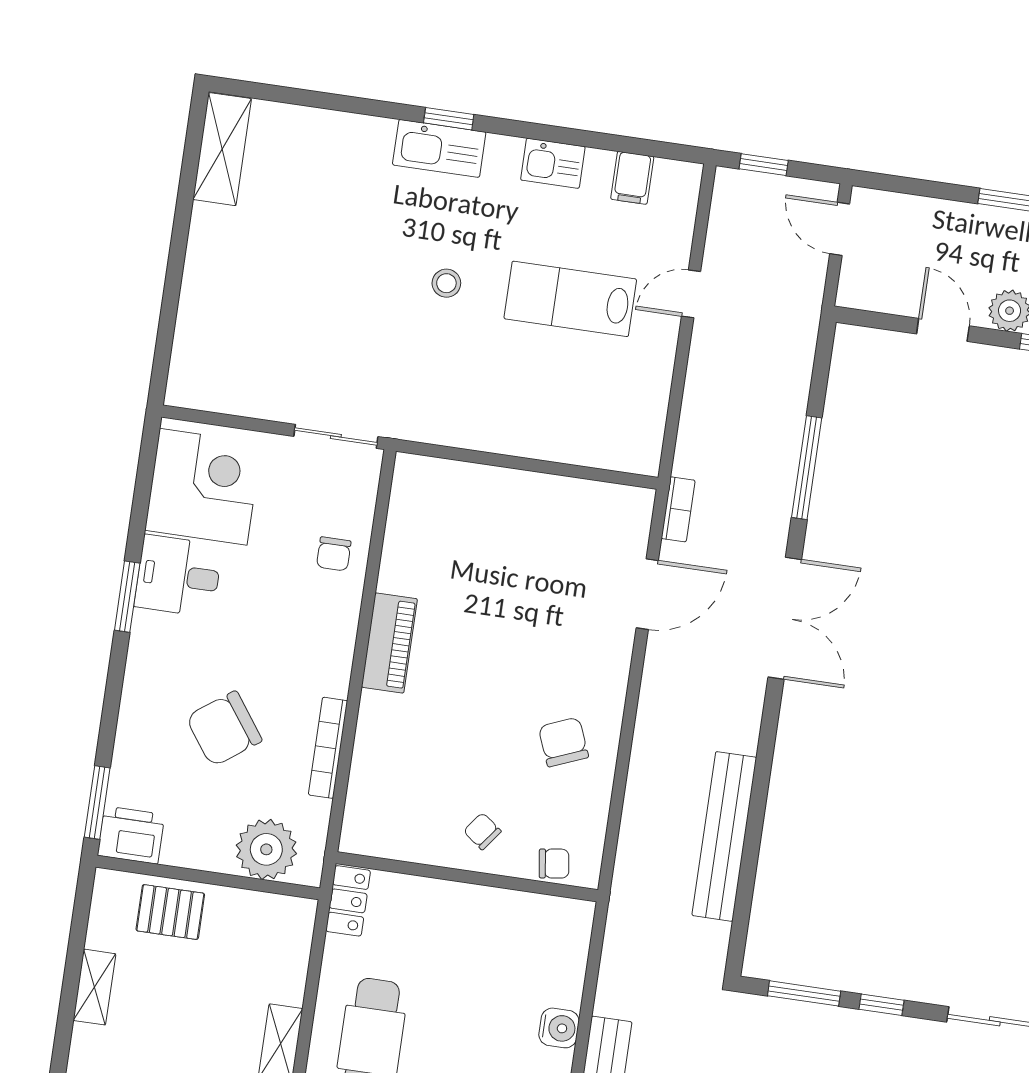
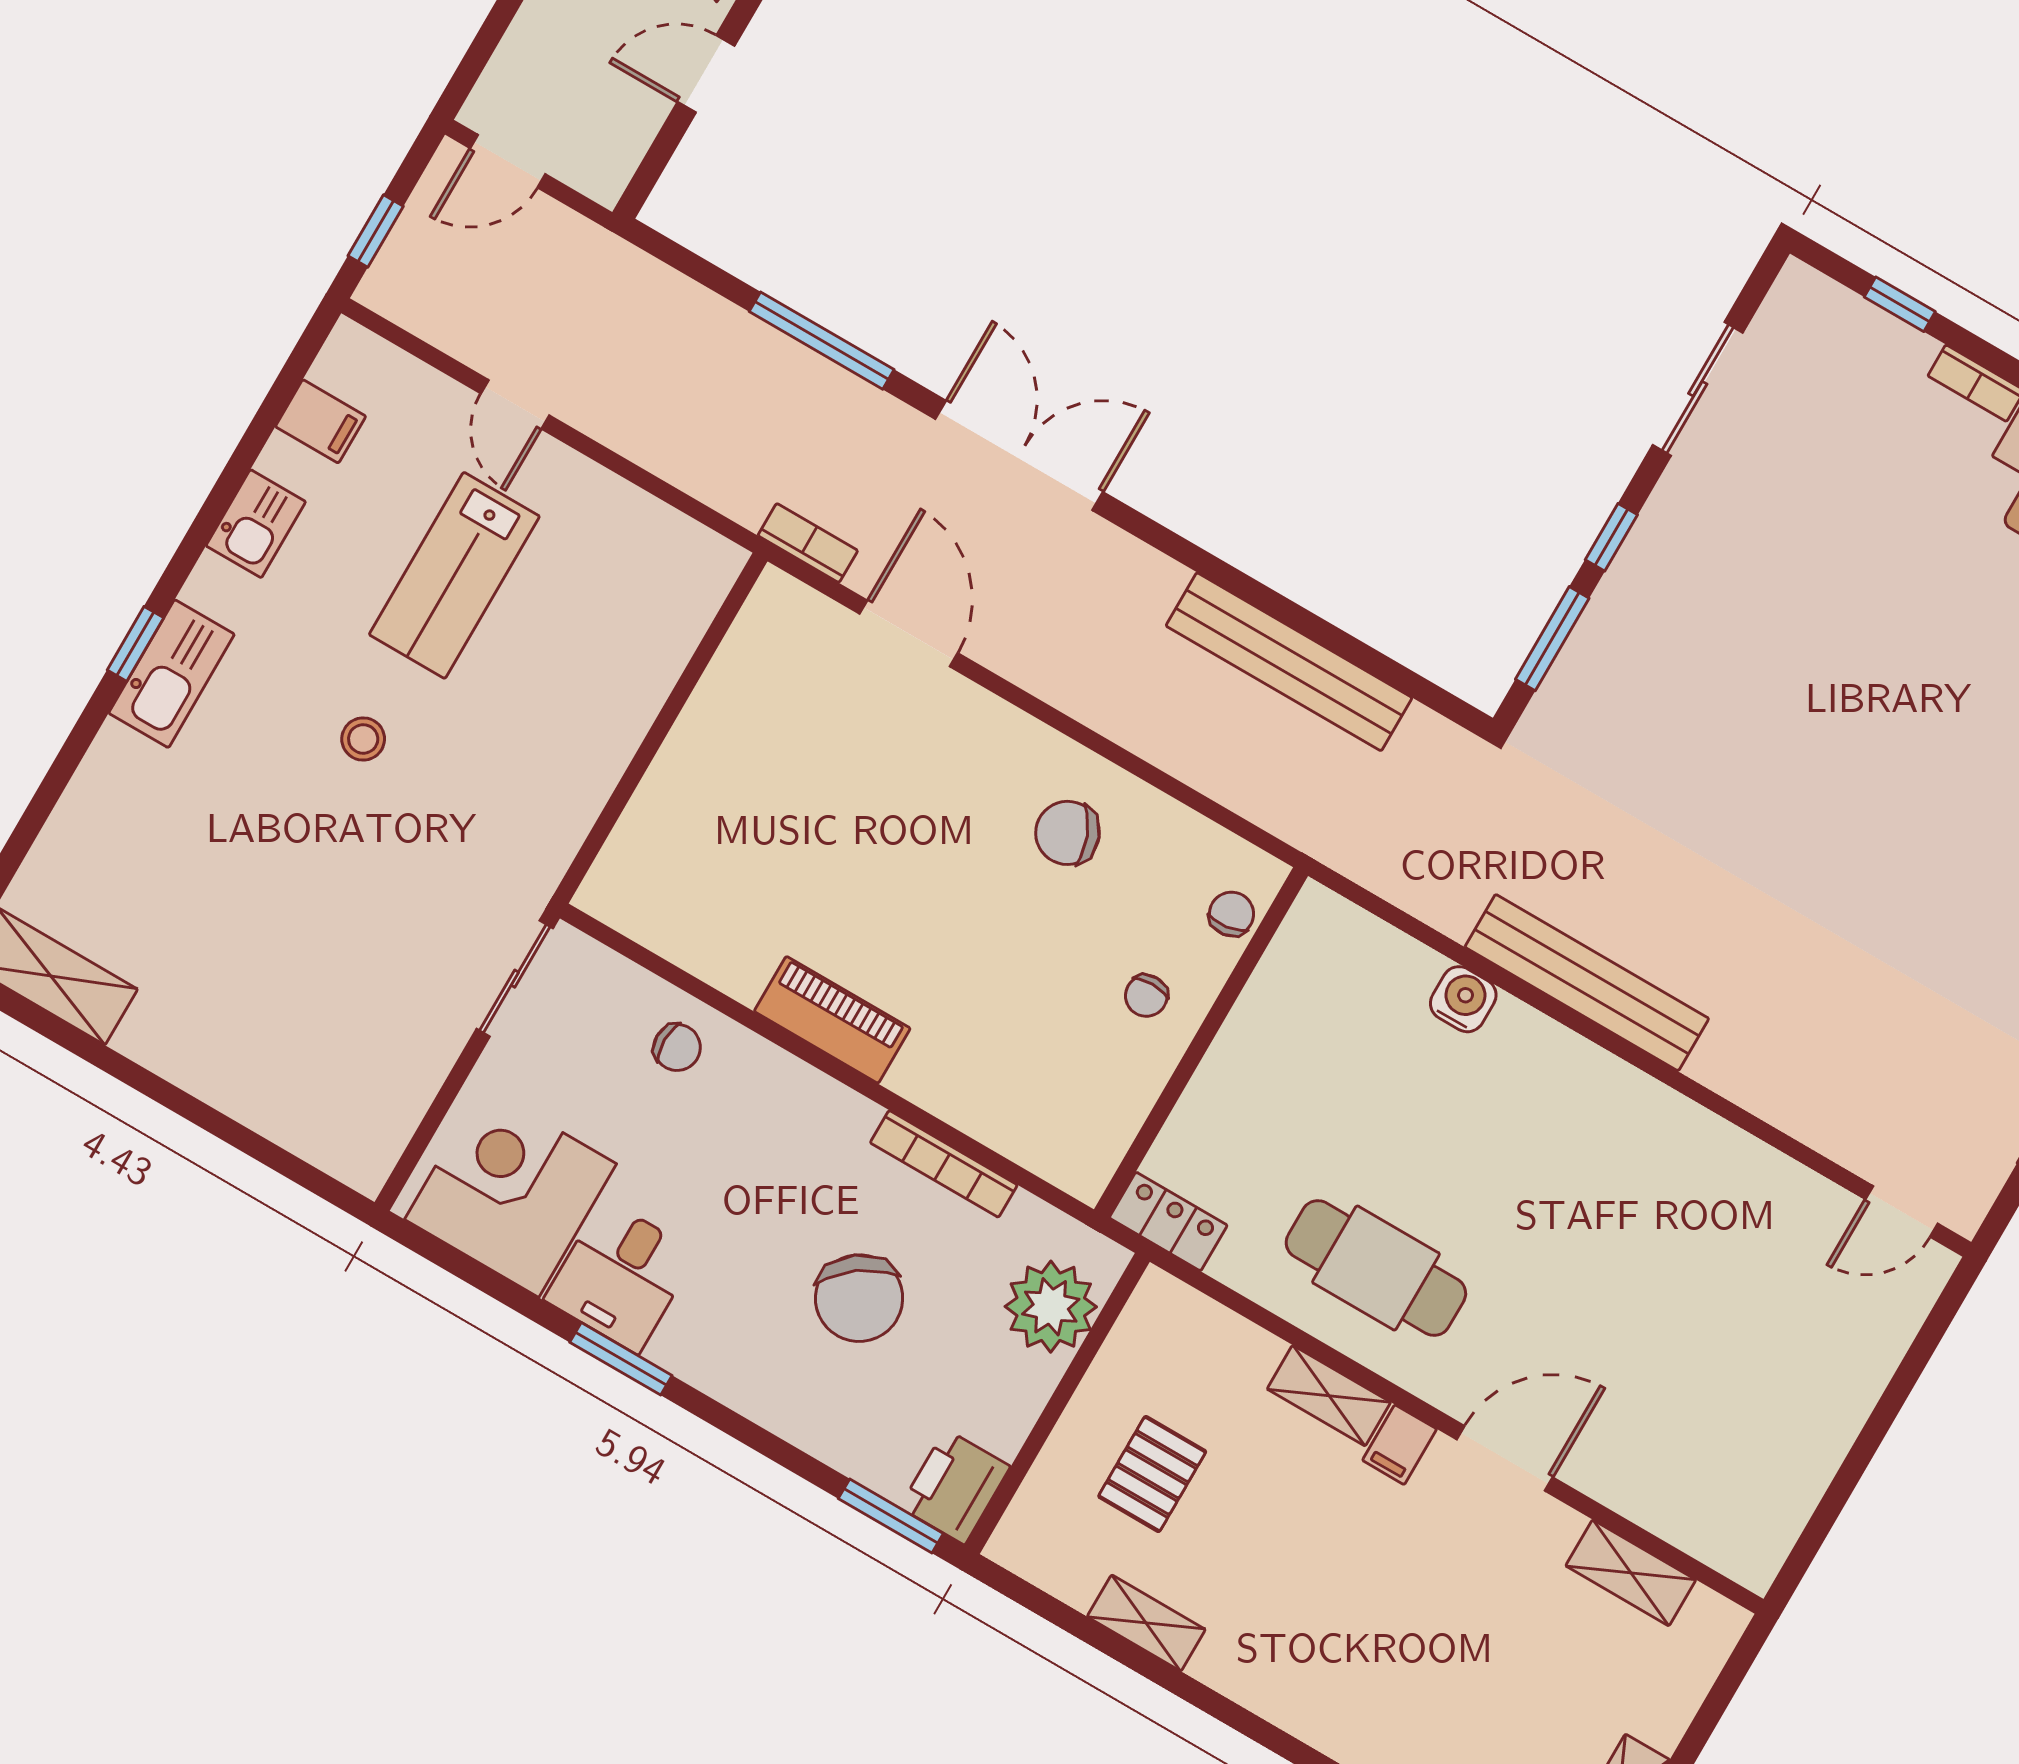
chair: (482, 831) -> (1146, 996), turned -37
pallet: (170, 912) -> (1152, 1474), moved

